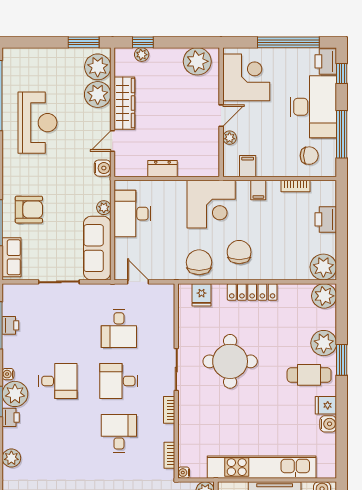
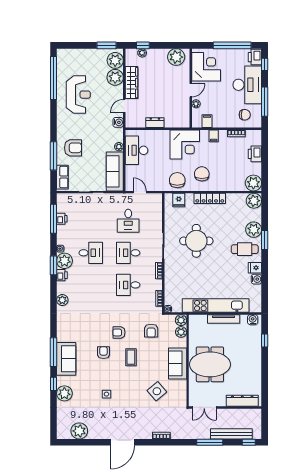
desk: (119, 433) -> (128, 285), turned -90

